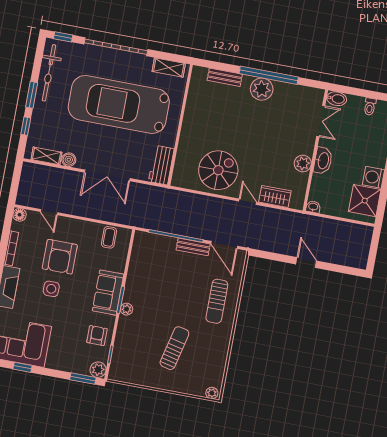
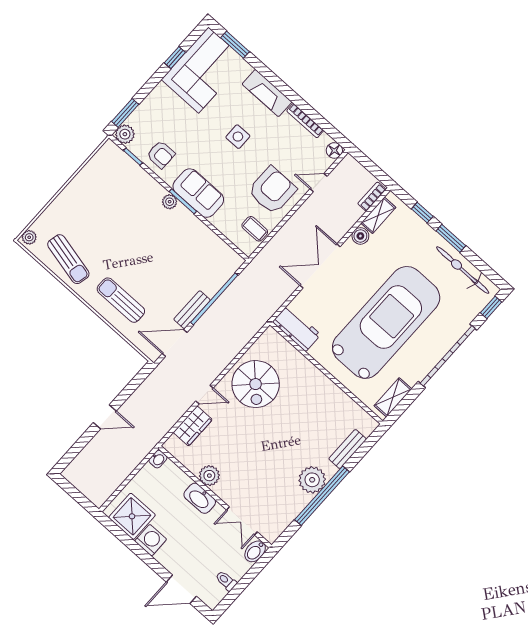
bookcase: (36, 169) -> (372, 197), added
armchair: (60, 257) -> (272, 190), moved, turned 90
sun lounger: (174, 348) -> (68, 259), moved

